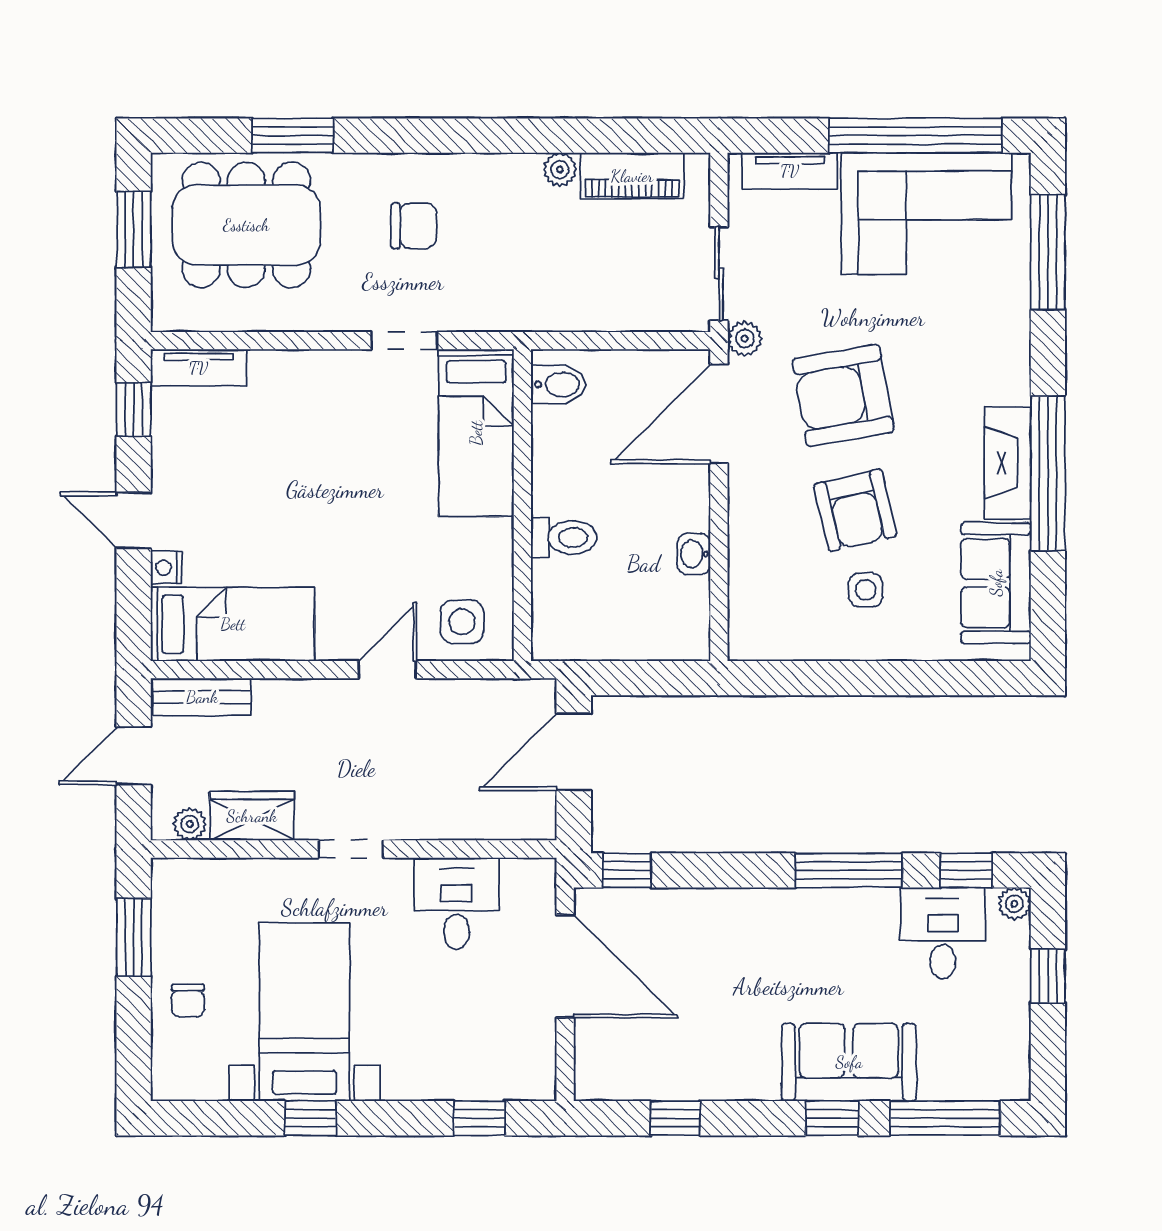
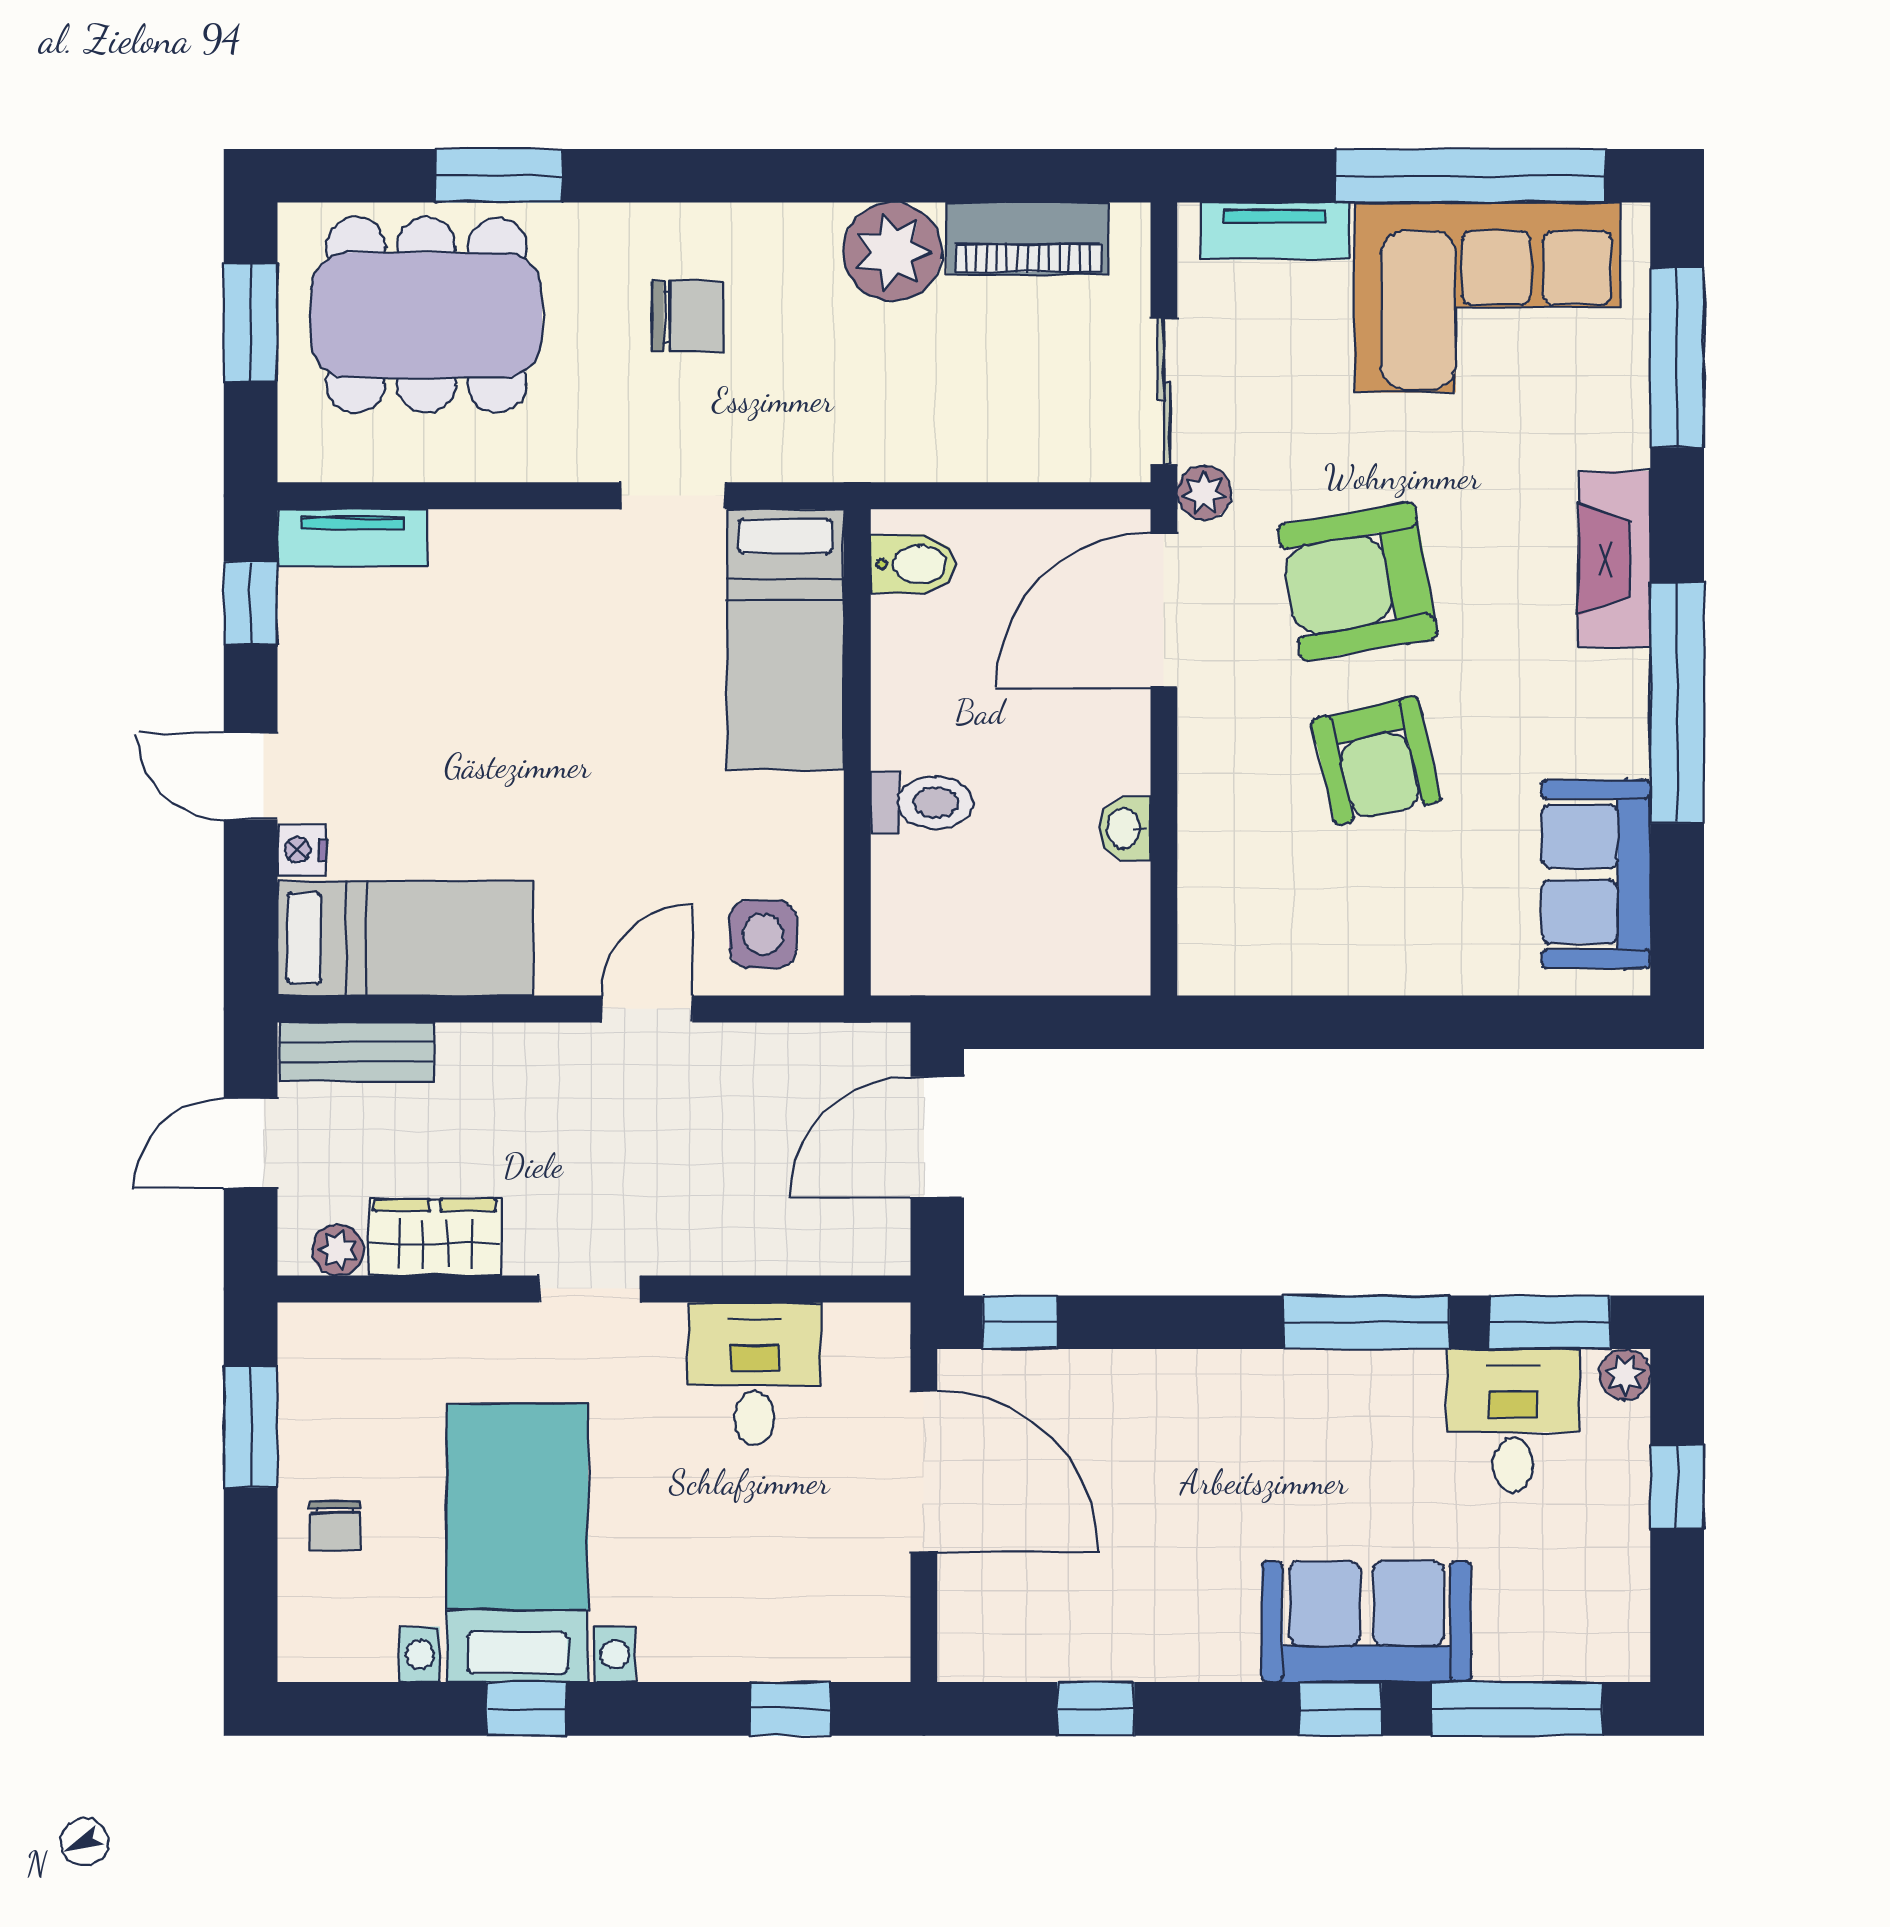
plant: (560, 169) -> (893, 252), width x1.87, depth x1.87
fireplace: (1008, 463) -> (1614, 559), moved
side table: (866, 590) -> (1393, 885), removed
window: (966, 870) -> (1550, 1322), width x1.50

